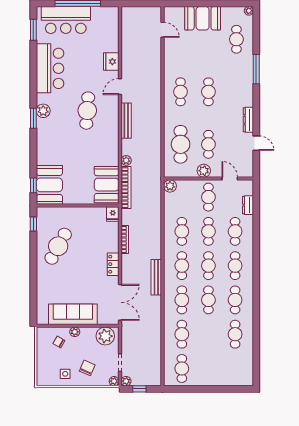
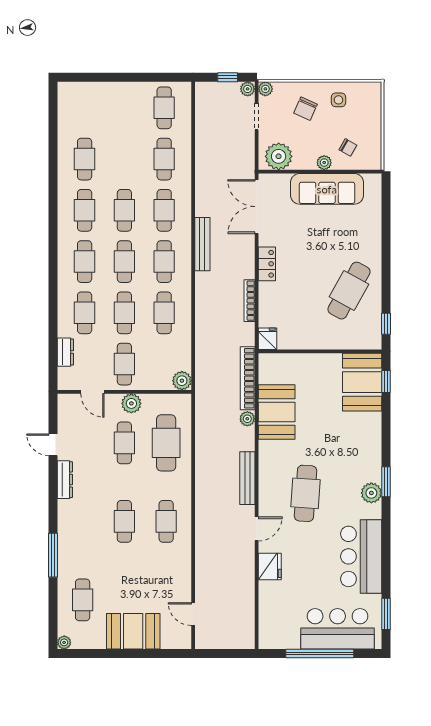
booth: (107, 185) -> (277, 412), moved

